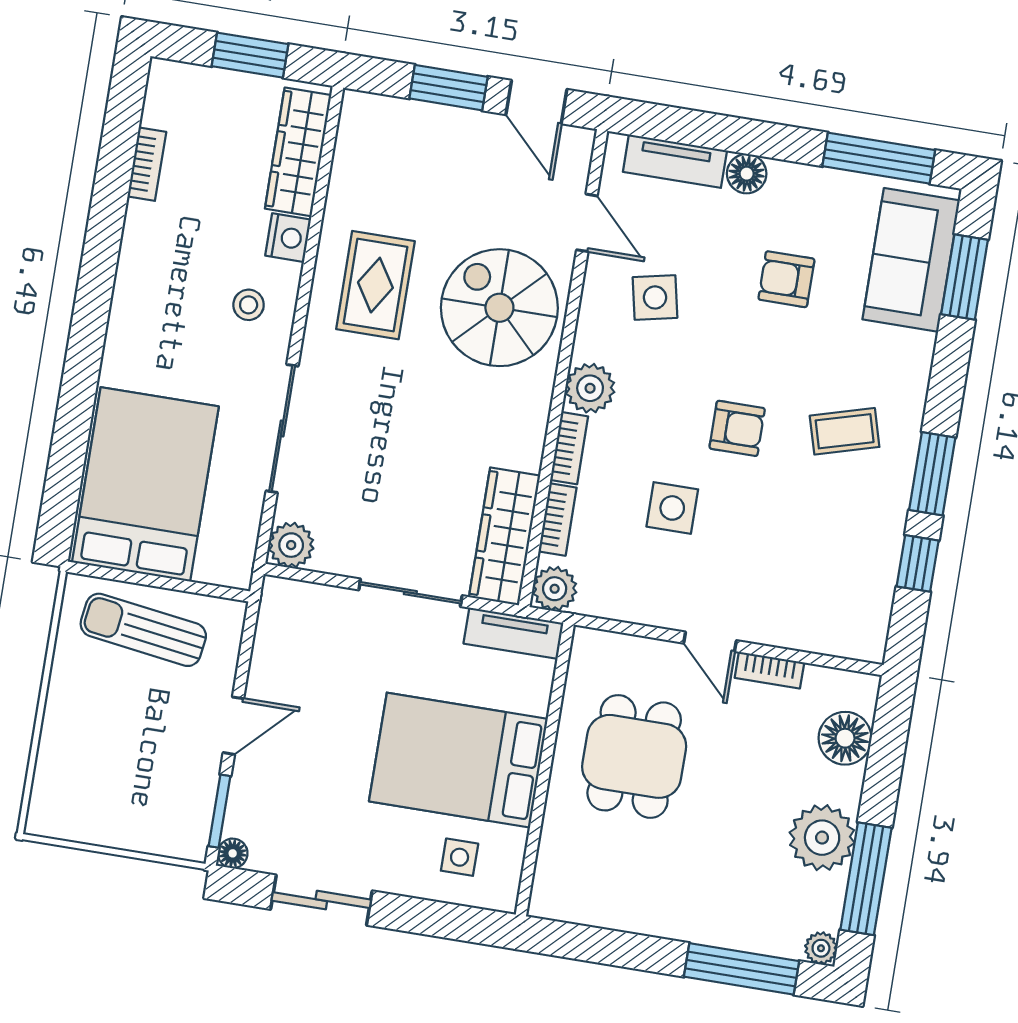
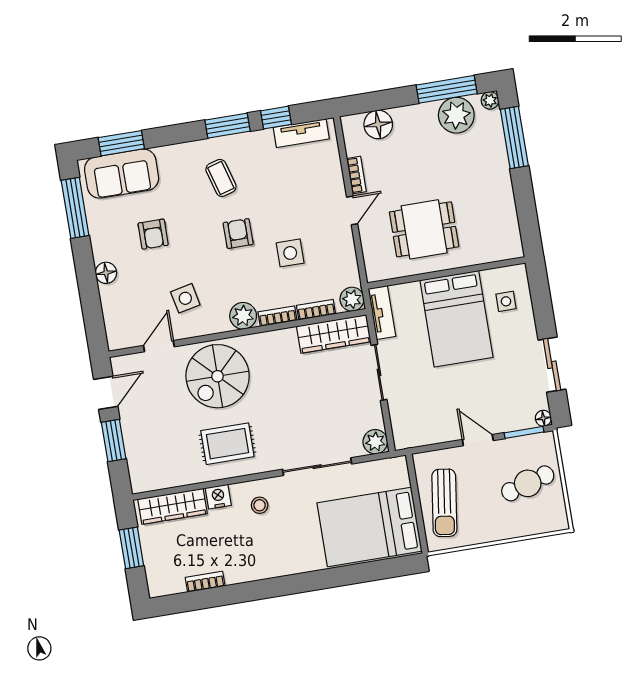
tv unit: (675, 161) -> (301, 133), moved, turned 90
cafe table: (128, 787) -> (528, 483), added
plant: (822, 838) -> (456, 115), moved

